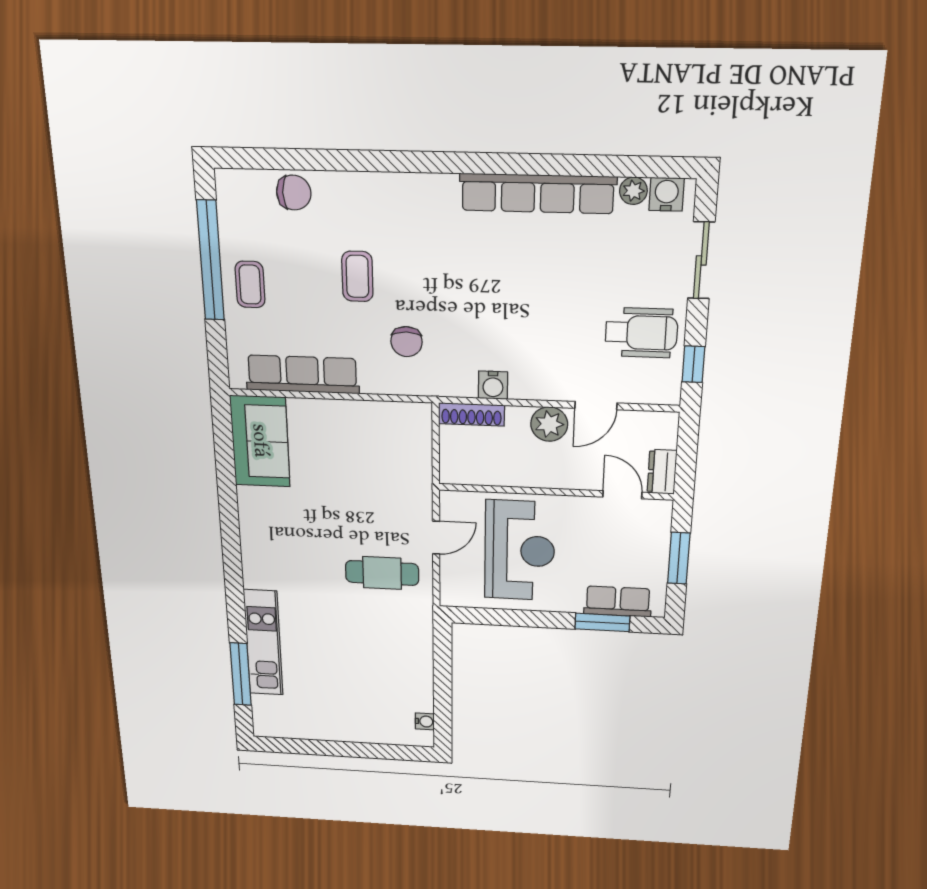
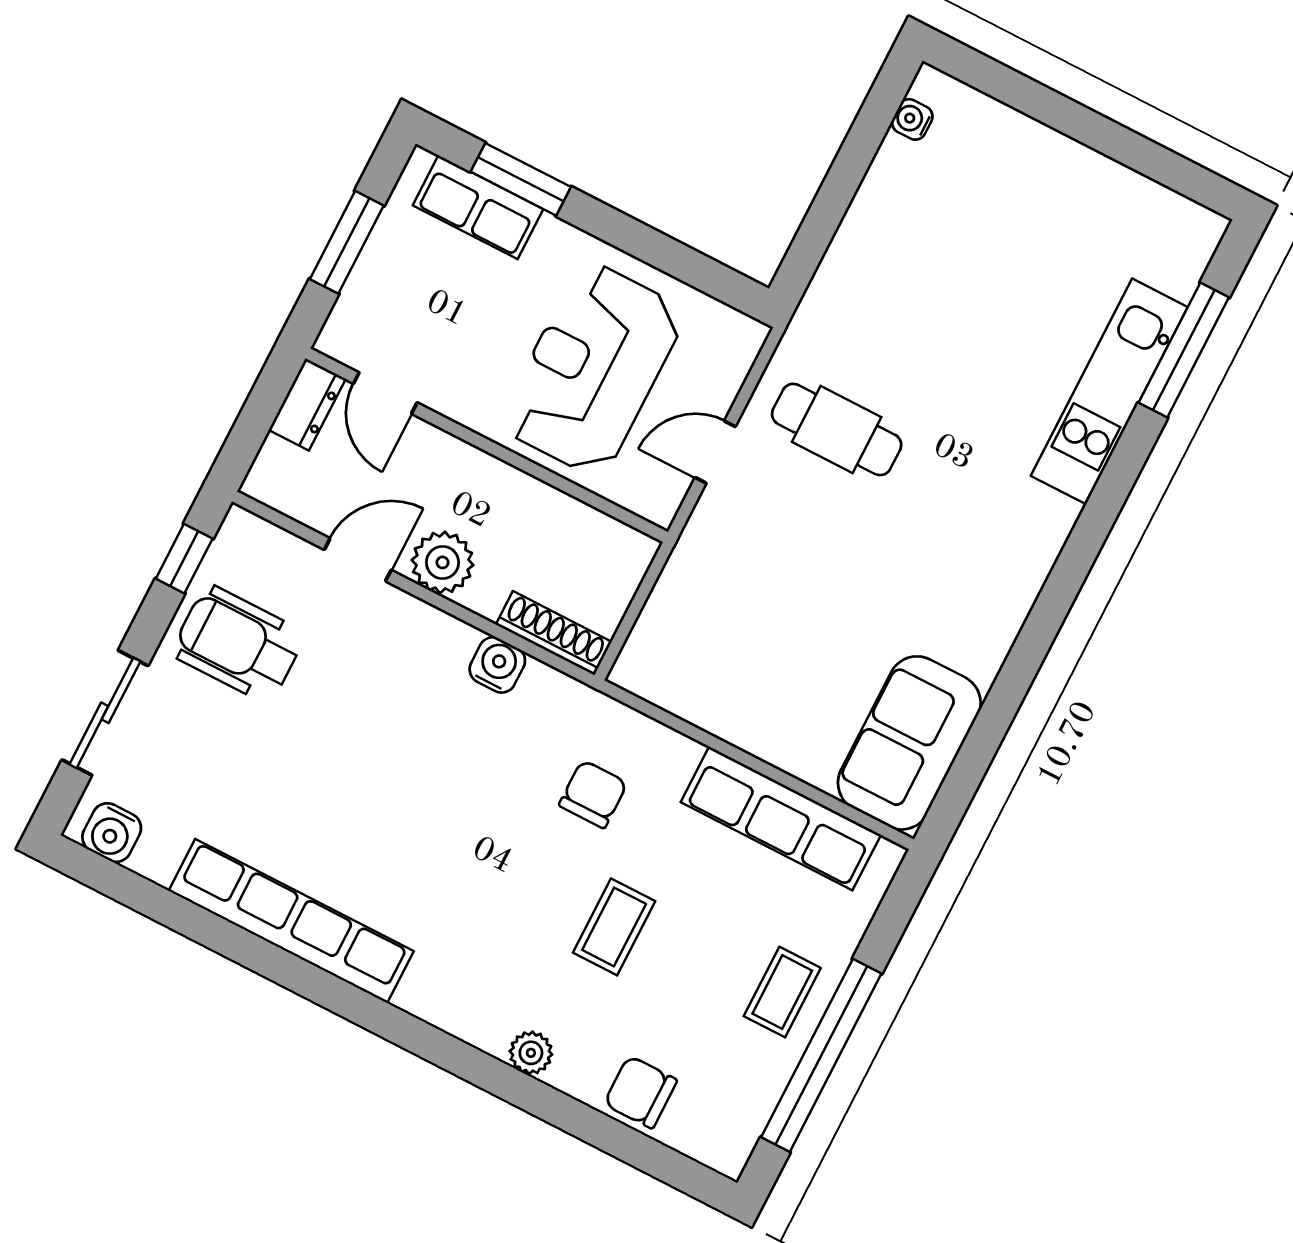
plant: (633, 191) -> (531, 1053), moved

